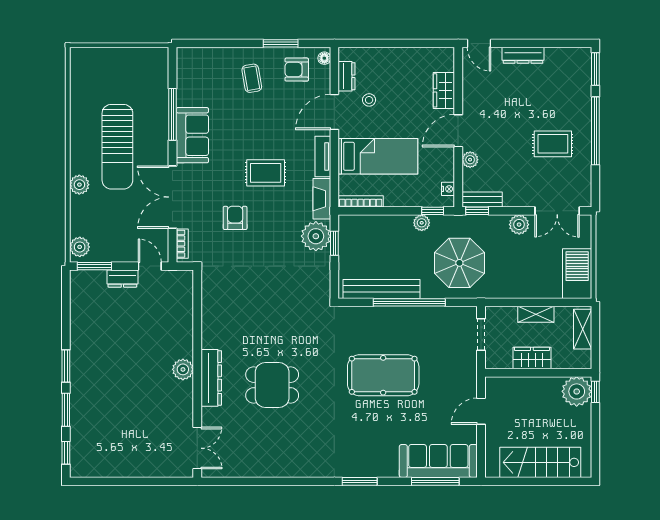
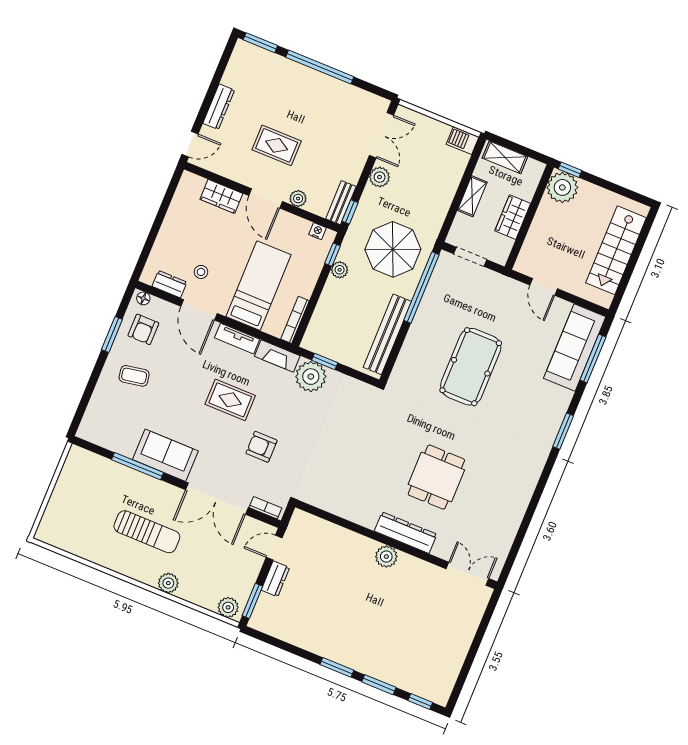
rug: (553, 144) -> (277, 145), moved, turned 90
sun lounger: (117, 147) -> (147, 532), width x0.73, depth x0.75
rug: (266, 173) -> (230, 400), turned 90
barbecue: (577, 274) -> (463, 140), width x0.53, depth x0.65
window: (409, 302) -> (421, 288), moved

